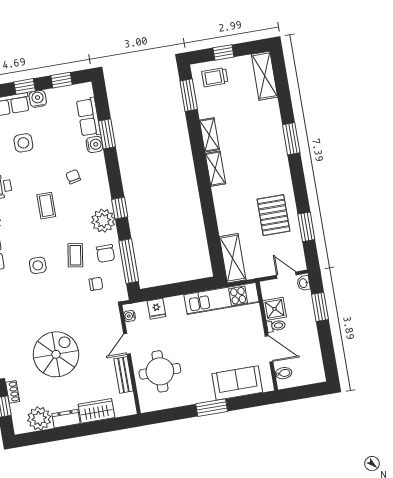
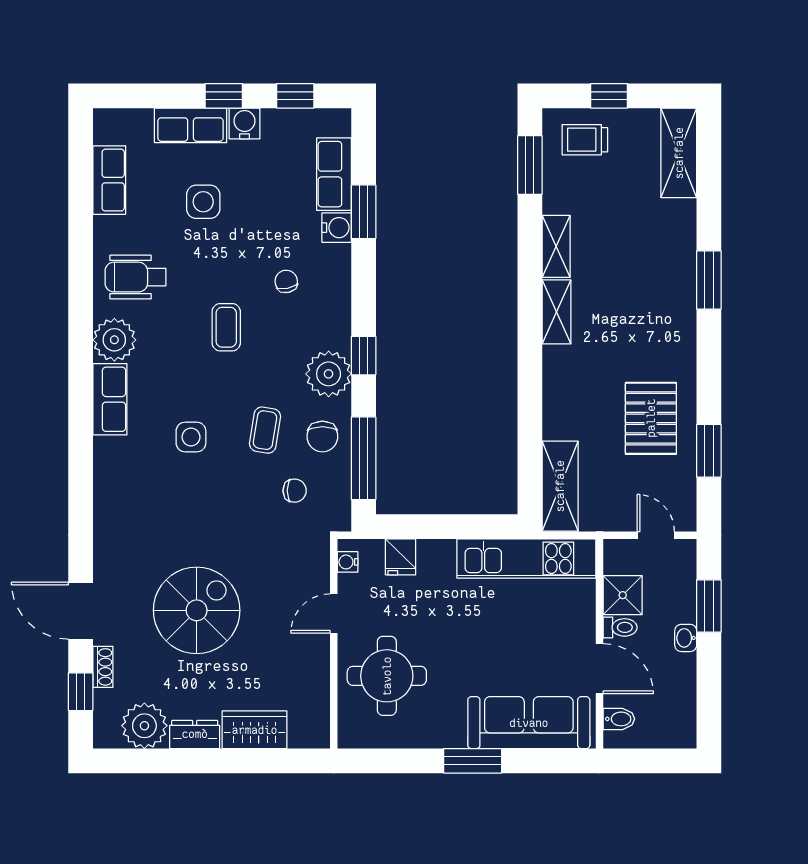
washbasin: (304, 283) -> (686, 638), moved
bench: (124, 375) -> (317, 671), removed
sofa: (237, 383) -> (529, 723), width x1.36

